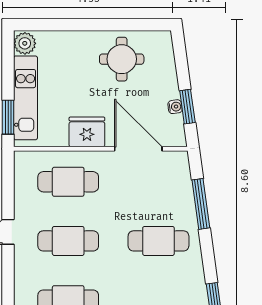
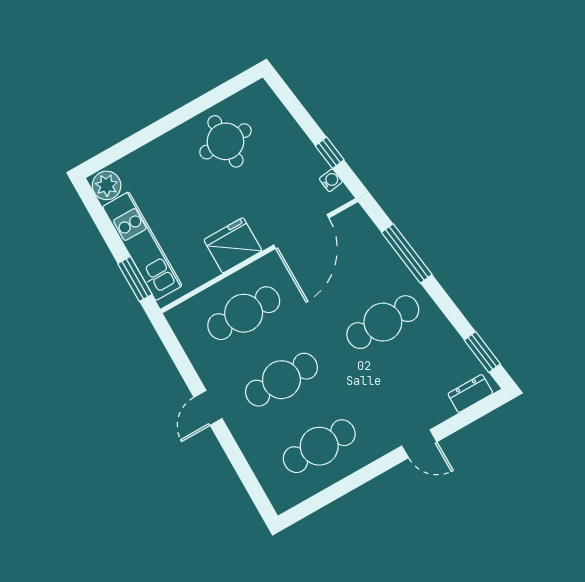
water cooler: (175, 107) -> (331, 180), moved
window: (187, 107) -> (330, 153), width x0.67
door: (138, 149) -> (301, 232), swing flipped

